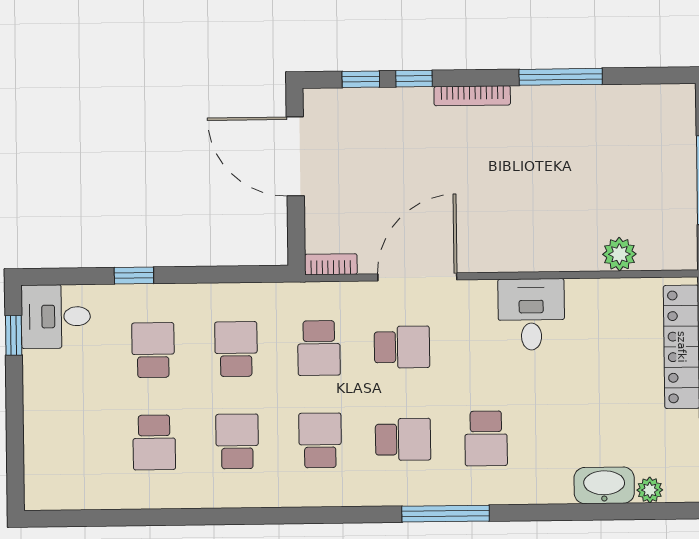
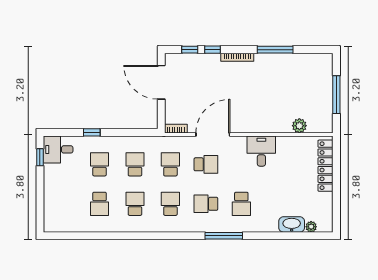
school desk: (319, 348) -> (170, 164), turned 180
school desk: (403, 439) -> (206, 204), turned 180

